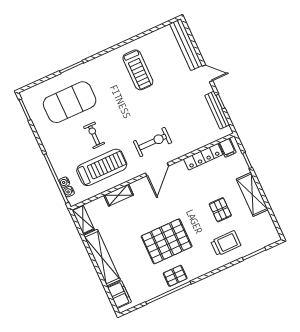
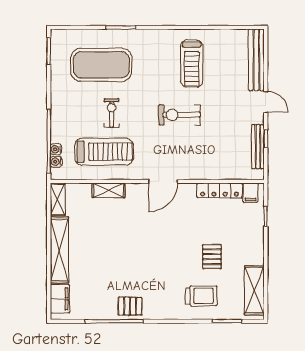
exercise bike: (153, 142) -> (180, 115), moved, turned 180
shelving: (252, 194) -> (254, 290), moved
pallet: (167, 241) -> (138, 264), removed

